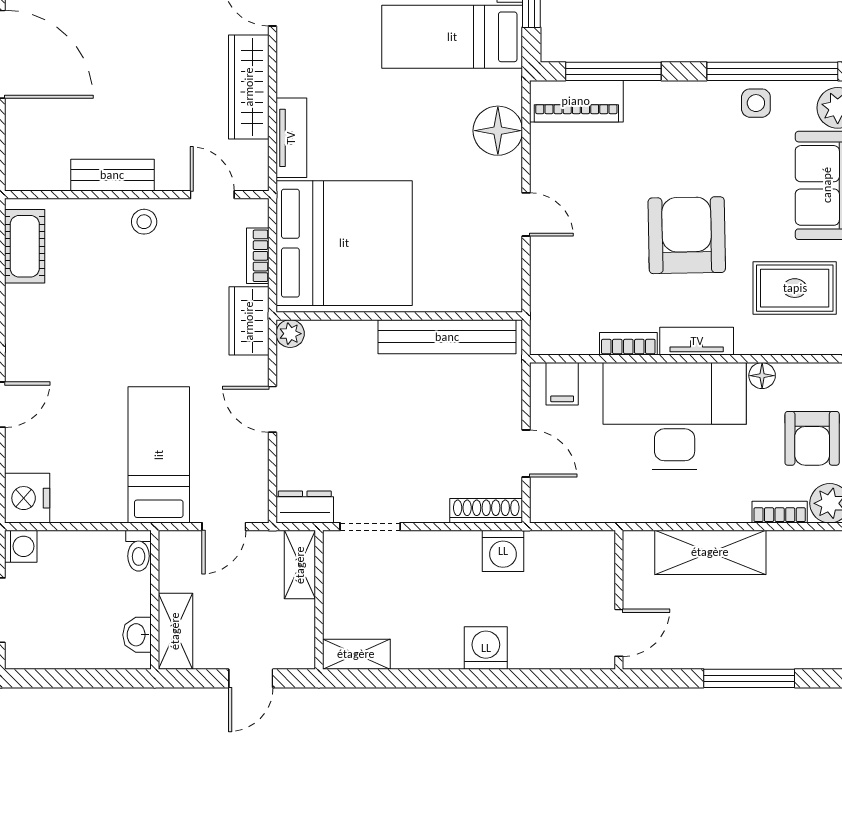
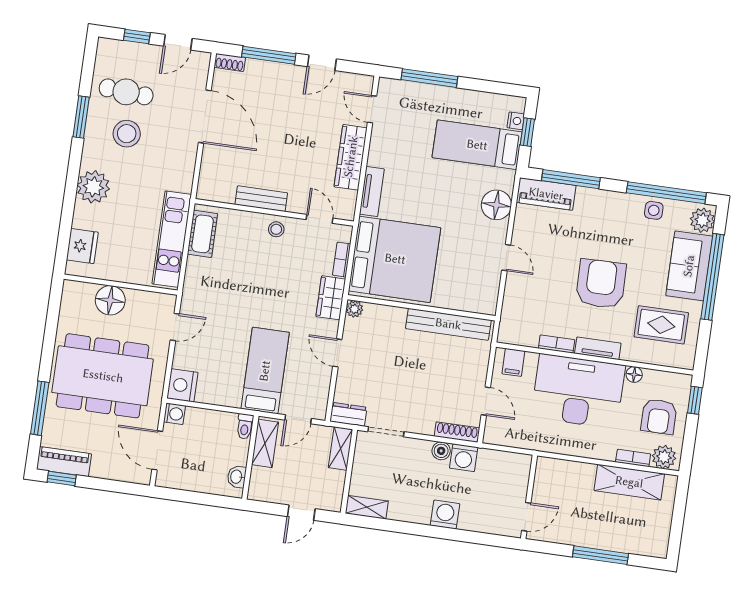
boiler: (465, 545) -> (441, 451), added
shelving: (710, 552) -> (629, 482), moved
shelving: (175, 631) -> (265, 443), moved

